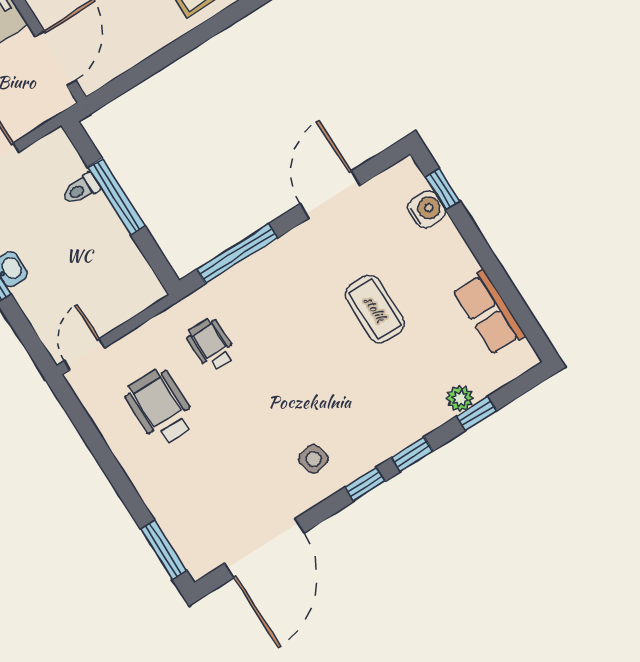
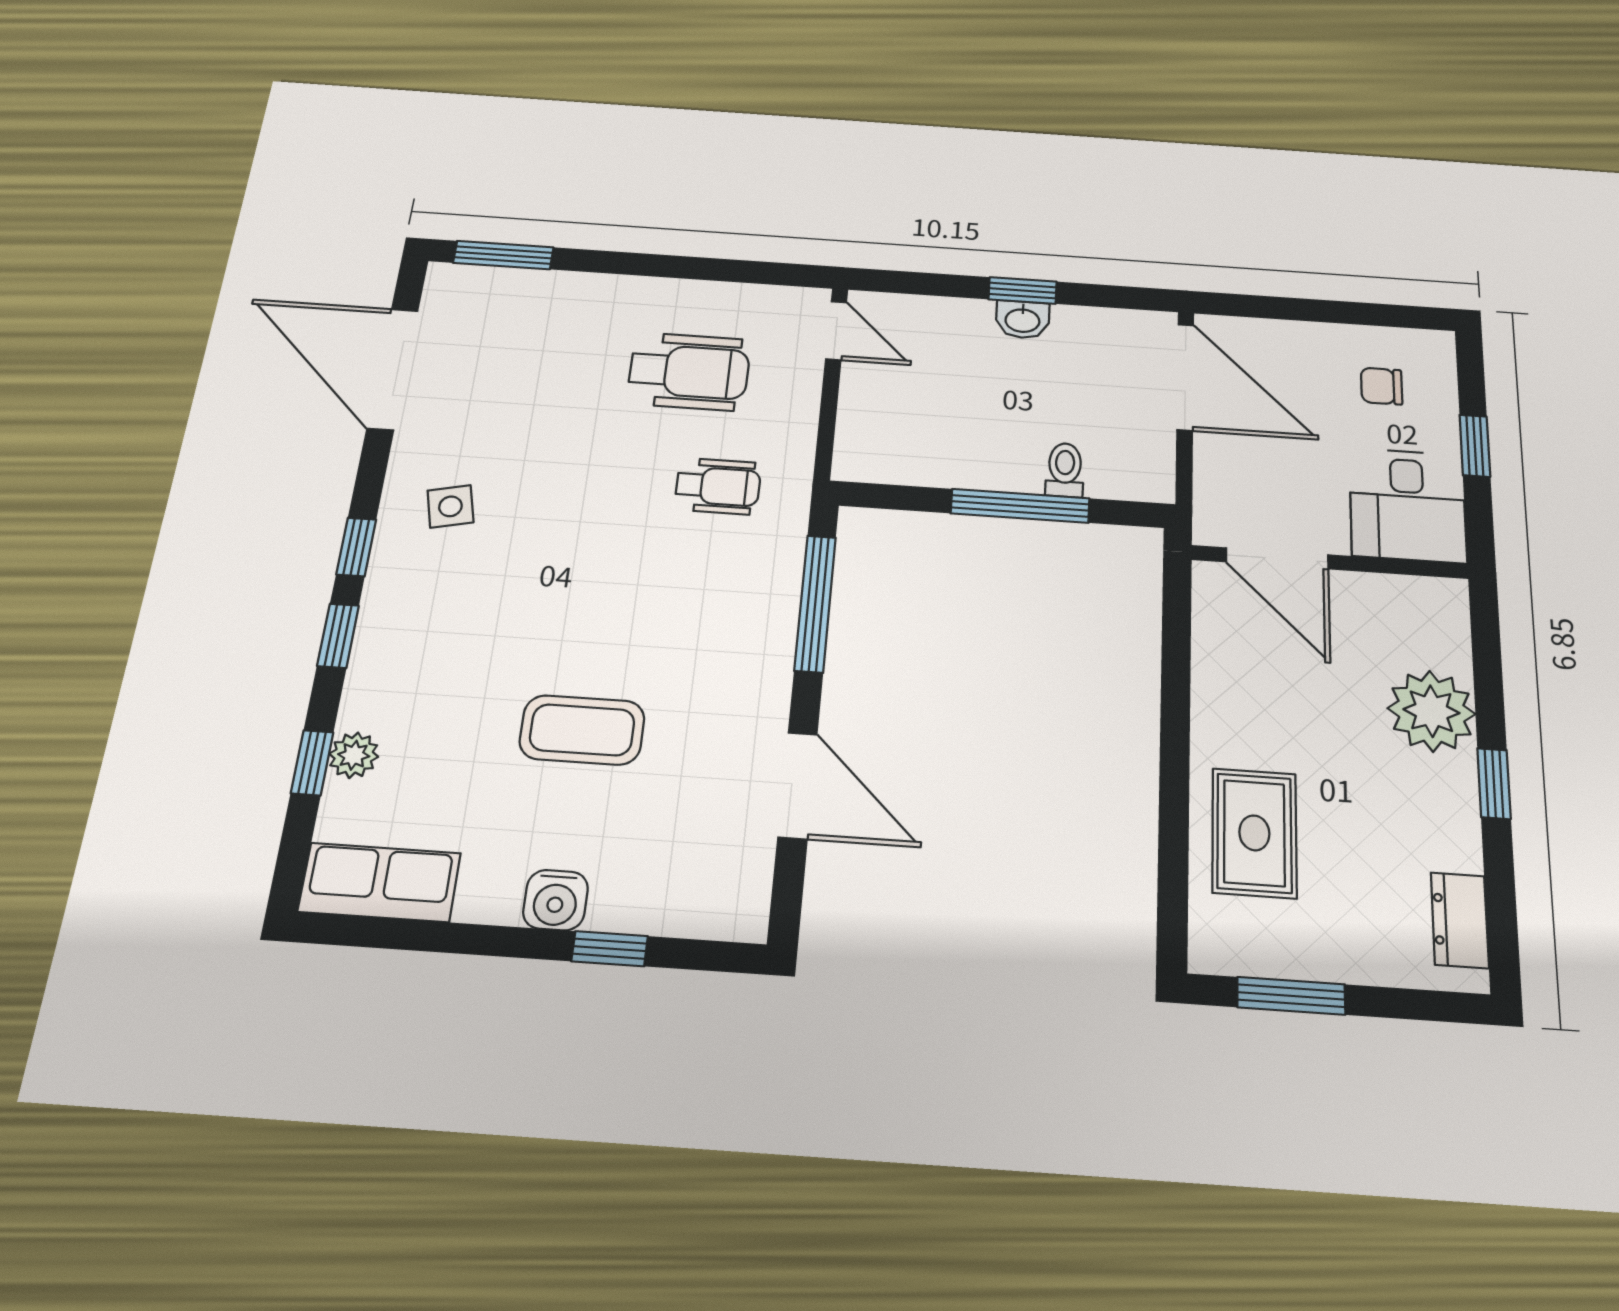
window: (443, 189) -> (610, 949), moved
water cooler: (427, 209) -> (555, 900), moved
row of seats: (489, 313) -> (380, 882), moved

